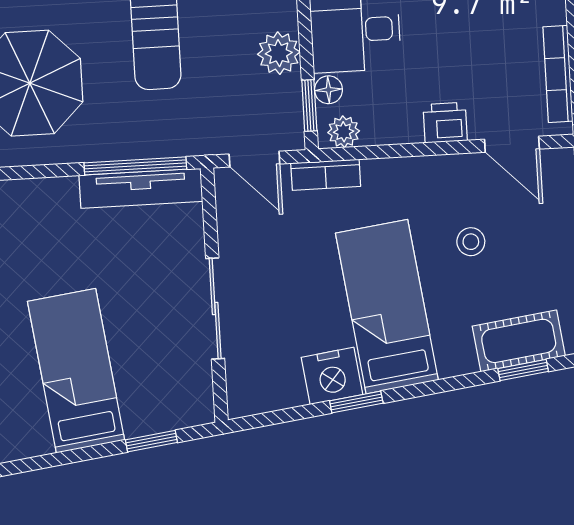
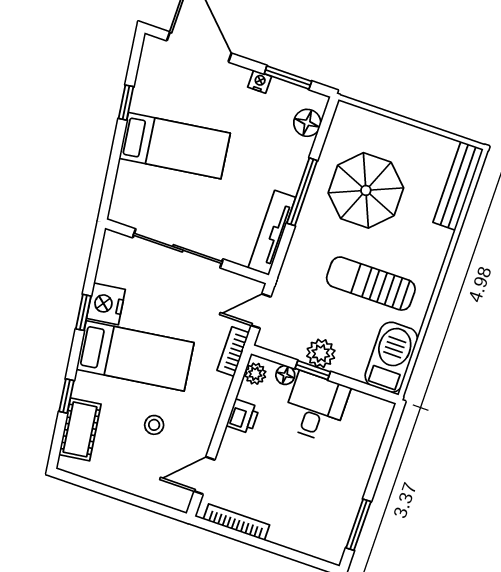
window: (309, 105) -> (313, 370), moved
printer: (445, 123) -> (243, 416), moved
window: (135, 166) -> (302, 192), moved
sliding door: (215, 308) -> (178, 248), width x1.37
window: (523, 370) -> (67, 396), moved
window: (151, 441) -> (126, 103), moved

